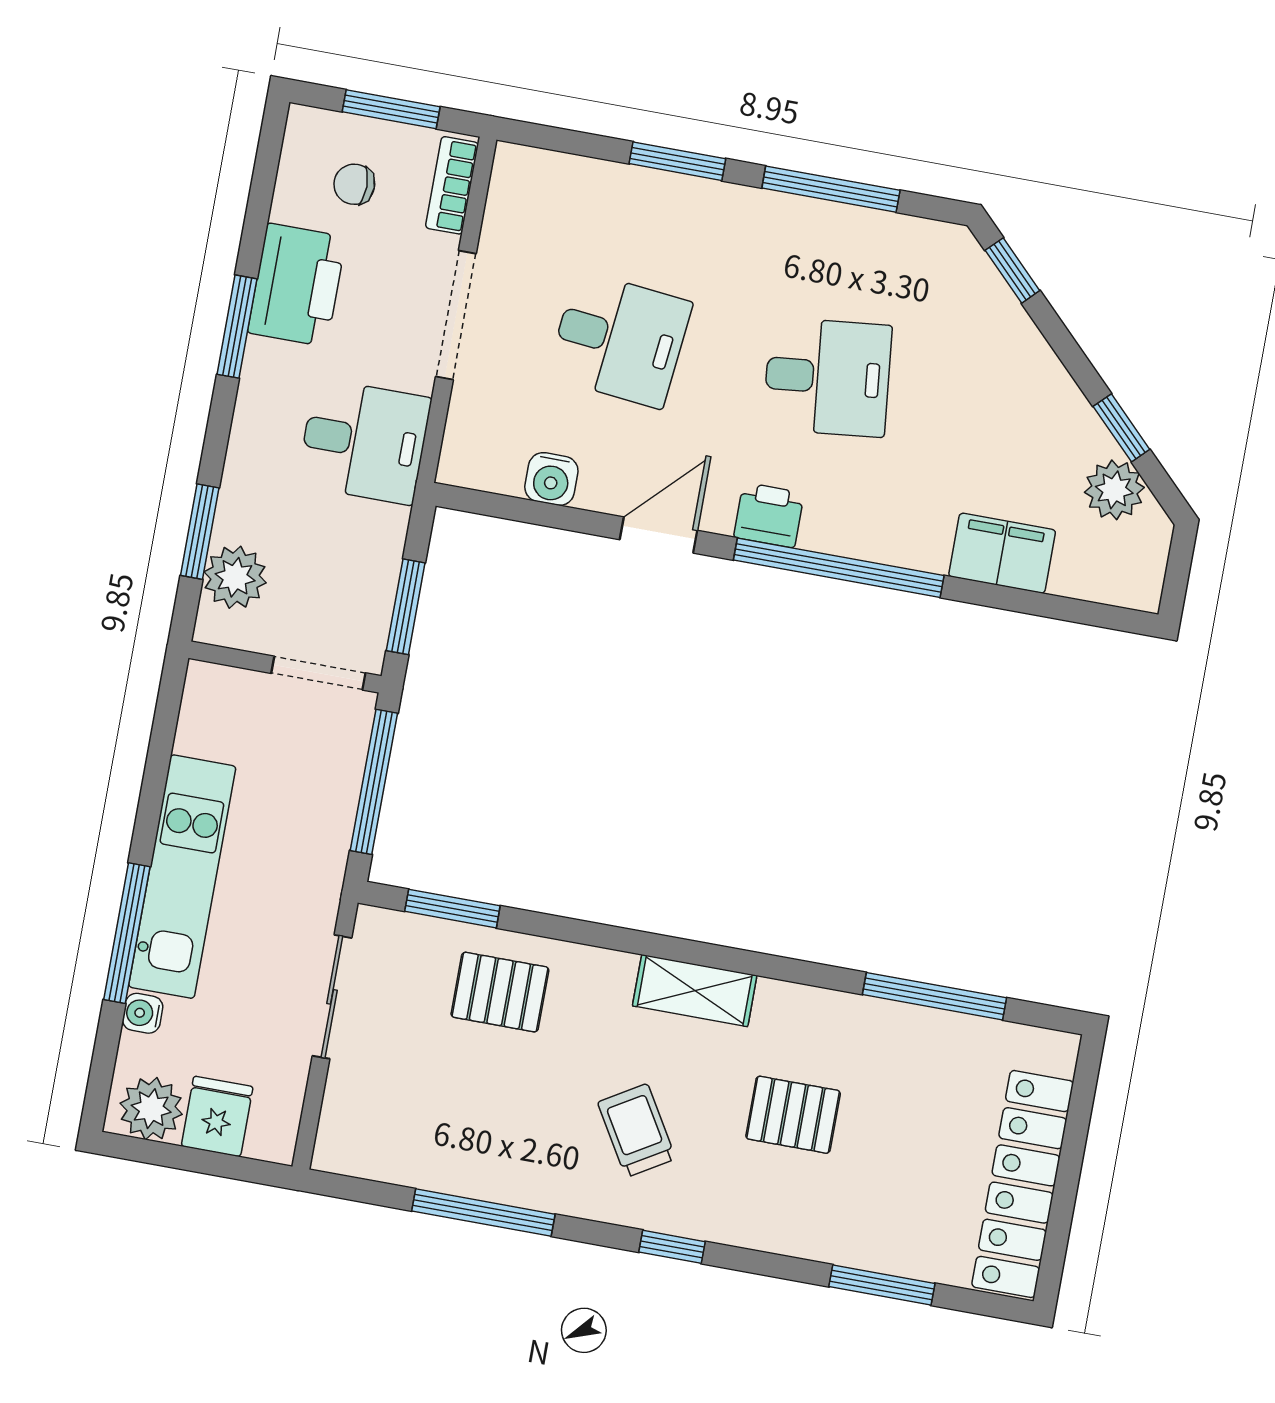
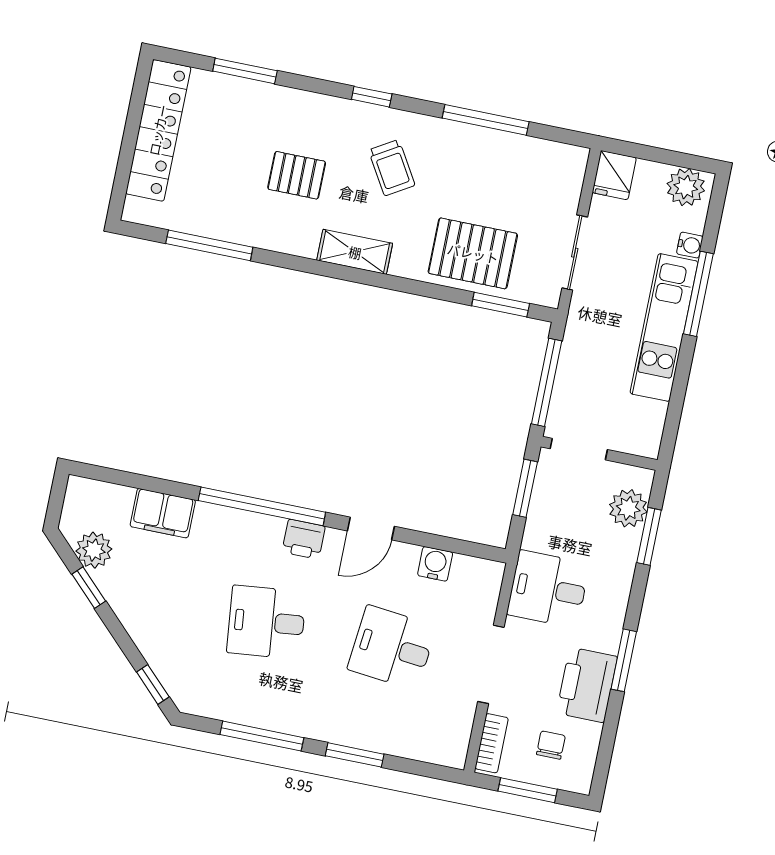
chair: (354, 184) -> (551, 745), turned -90
pallet: (500, 992) -> (473, 253), width x1.50, depth x1.42
fridge: (217, 1116) -> (614, 175), moved

